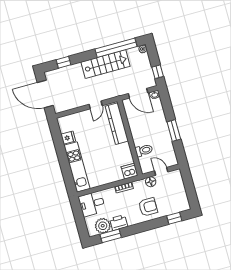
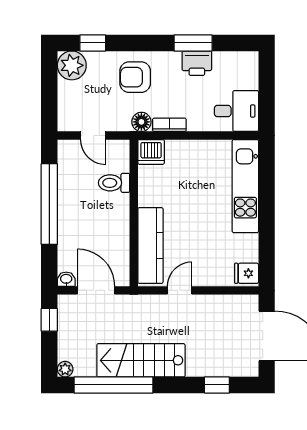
window: (174, 131) -> (49, 204), width x2.11
fridge: (68, 138) -> (247, 273), moved
floor lamp: (151, 182) -> (141, 122), moved
plant: (103, 226) -> (72, 65), moved
window: (111, 236) -> (193, 43), moved

